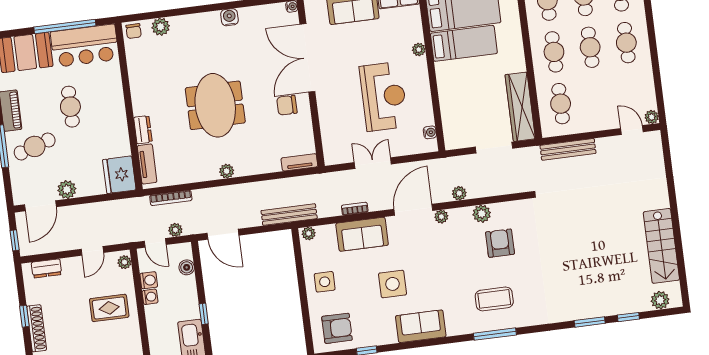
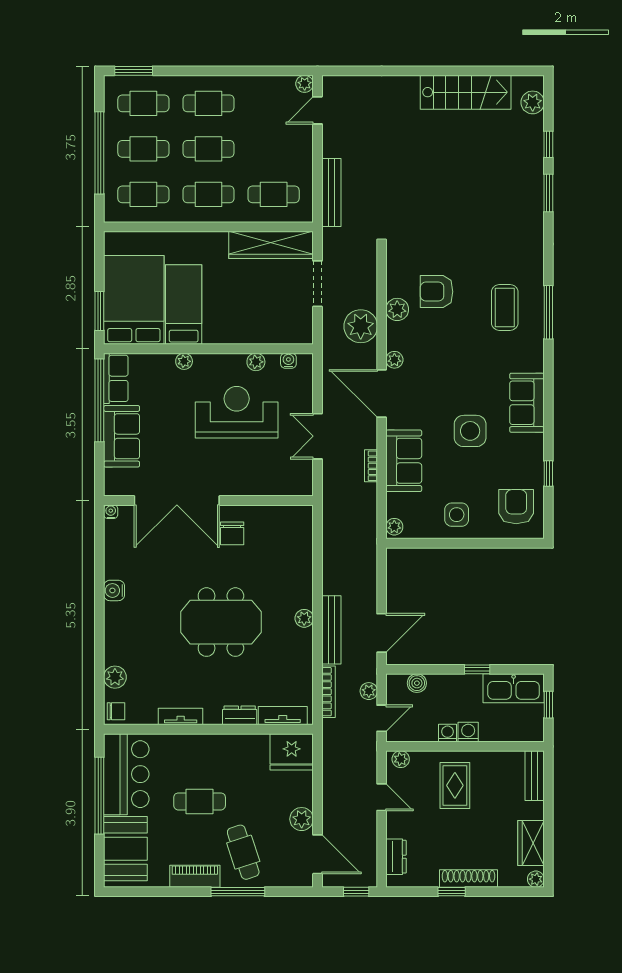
plant: (426, 107) -> (256, 362), added
tv unit: (299, 162) -> (181, 717), moved, turned 90
plant: (459, 193) -> (361, 326), width x1.88, depth x1.88
bench: (289, 215) -> (331, 630), moved
washing machine: (149, 280) -> (468, 732), moved

